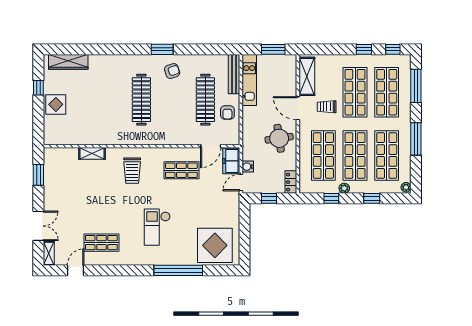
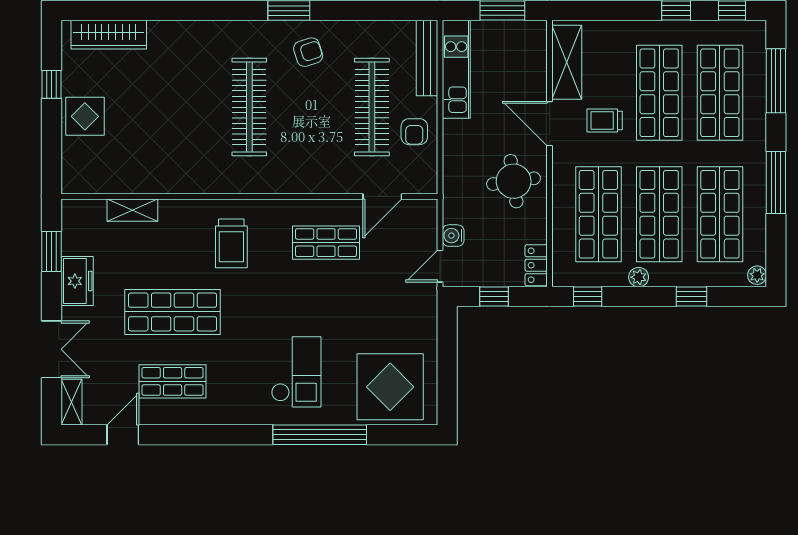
shelving: (92, 153) -> (132, 210), moved
freezer: (231, 161) -> (77, 281), moved, turned 180
window: (331, 198) -> (588, 296), moved
shop shelf: (101, 206) -> (173, 312), added
checkout: (157, 227) -> (296, 372), moved, turned 180

